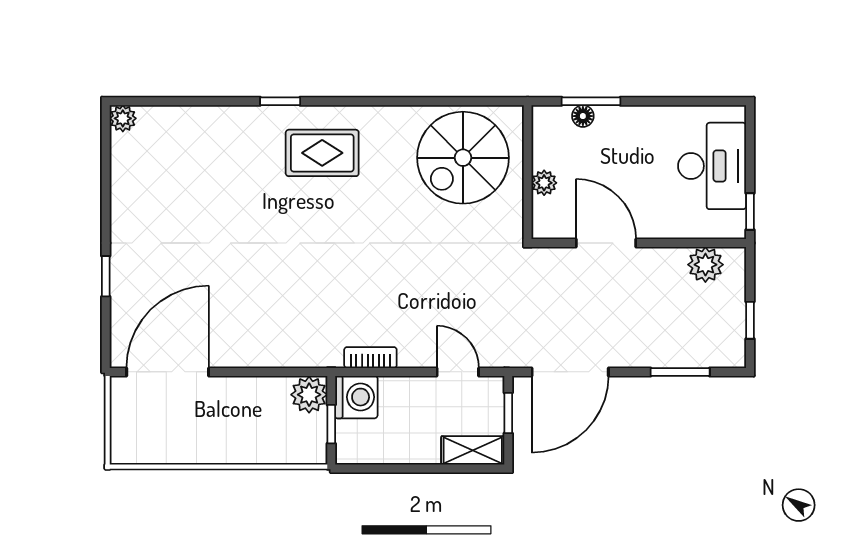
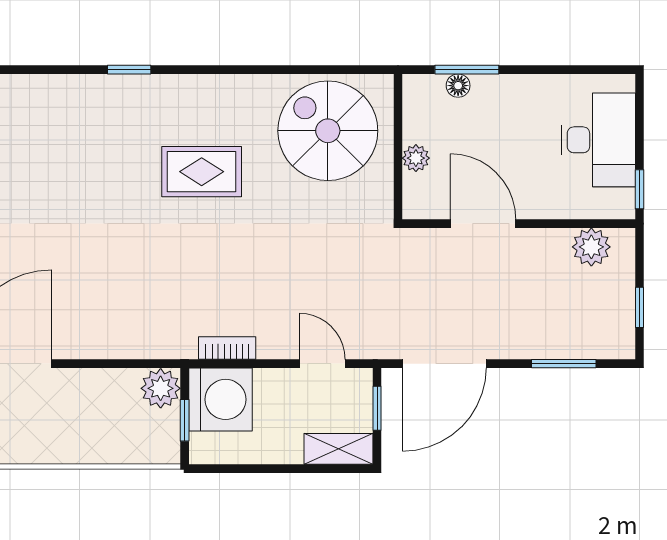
rug: (322, 153) -> (202, 172), moved
spiral stairs: (463, 158) -> (328, 131), turned 90
washing machine: (356, 397) -> (220, 399), width x1.37, depth x1.37

